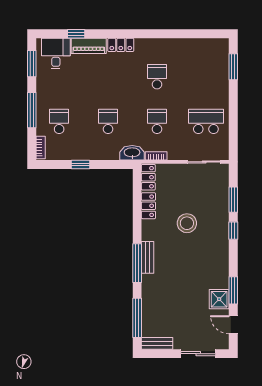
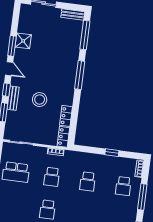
washbasin: (132, 153) -> (73, 156), removed
bench: (148, 257) -> (13, 98), moved
door: (233, 325) -> (9, 69), moved

